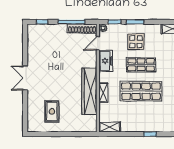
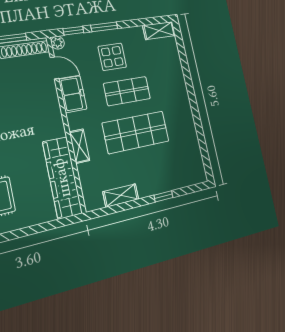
door: (98, 43) -> (54, 68), swing flipped
wardrobe: (89, 91) -> (62, 178), moved
shelving: (110, 127) -> (121, 195), moved

